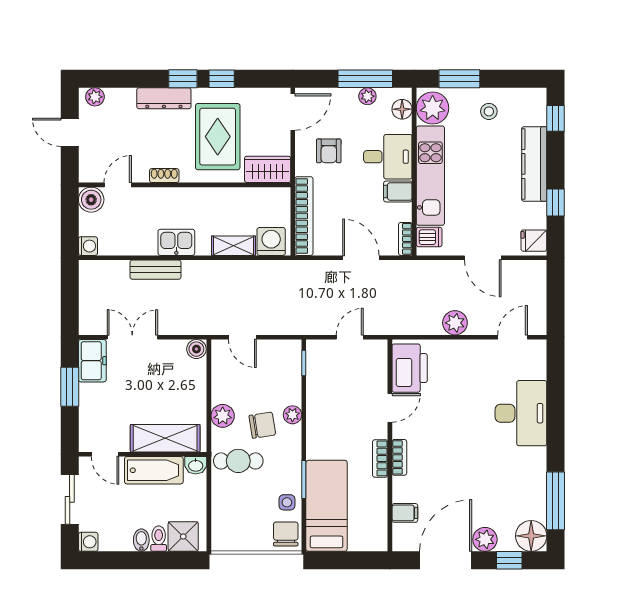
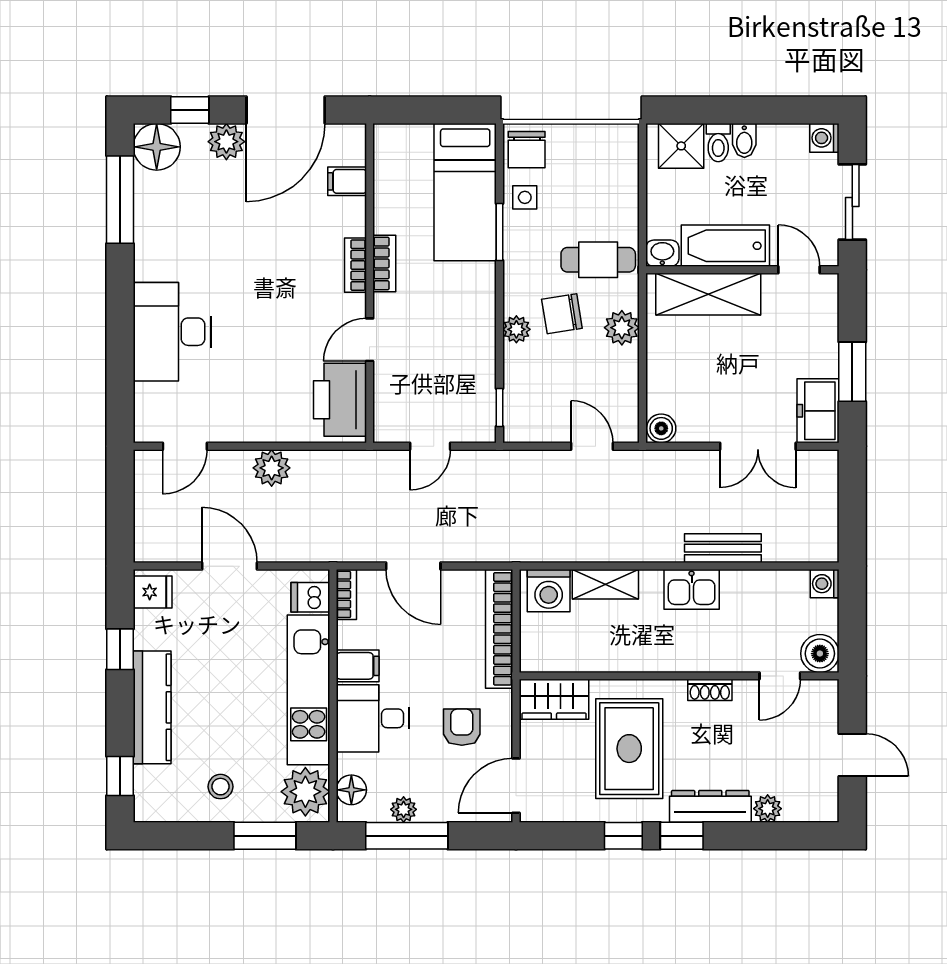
plant: (95, 97) -> (768, 809), moved

